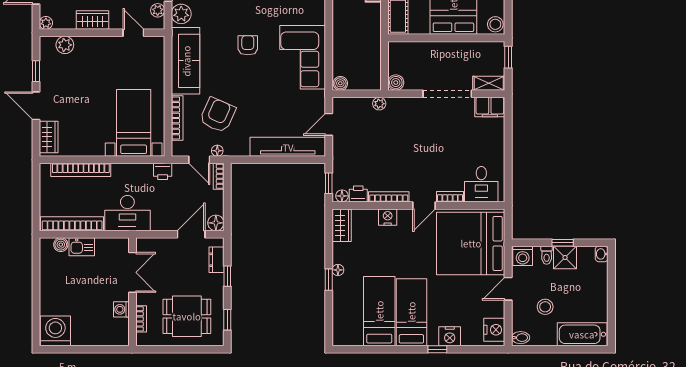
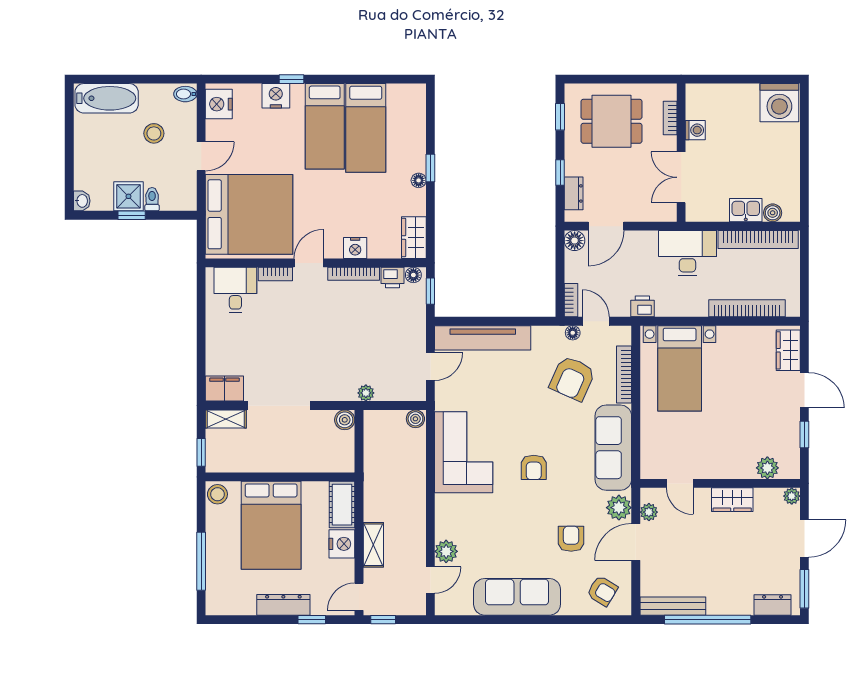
washing machine: (523, 256) -> (183, 198), removed

